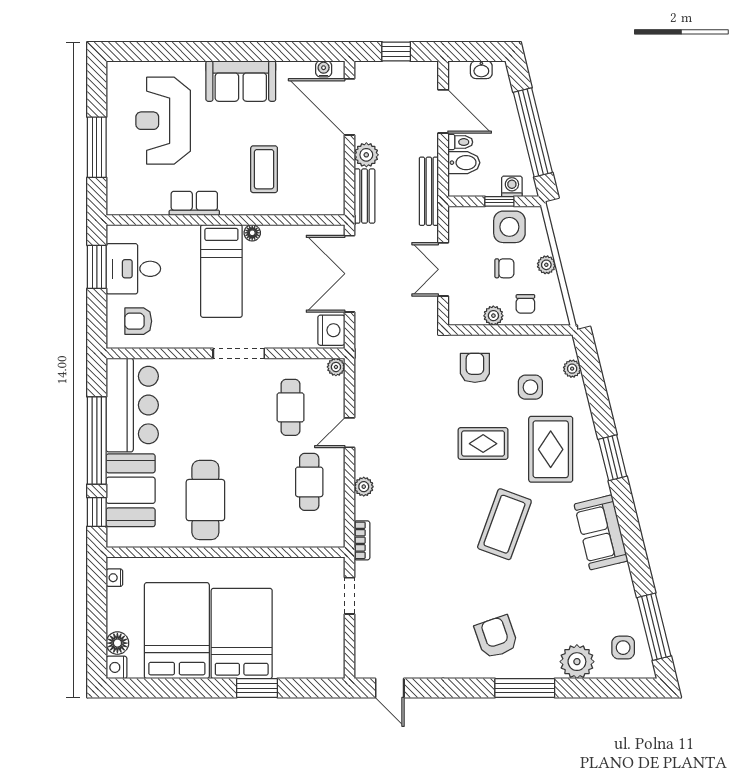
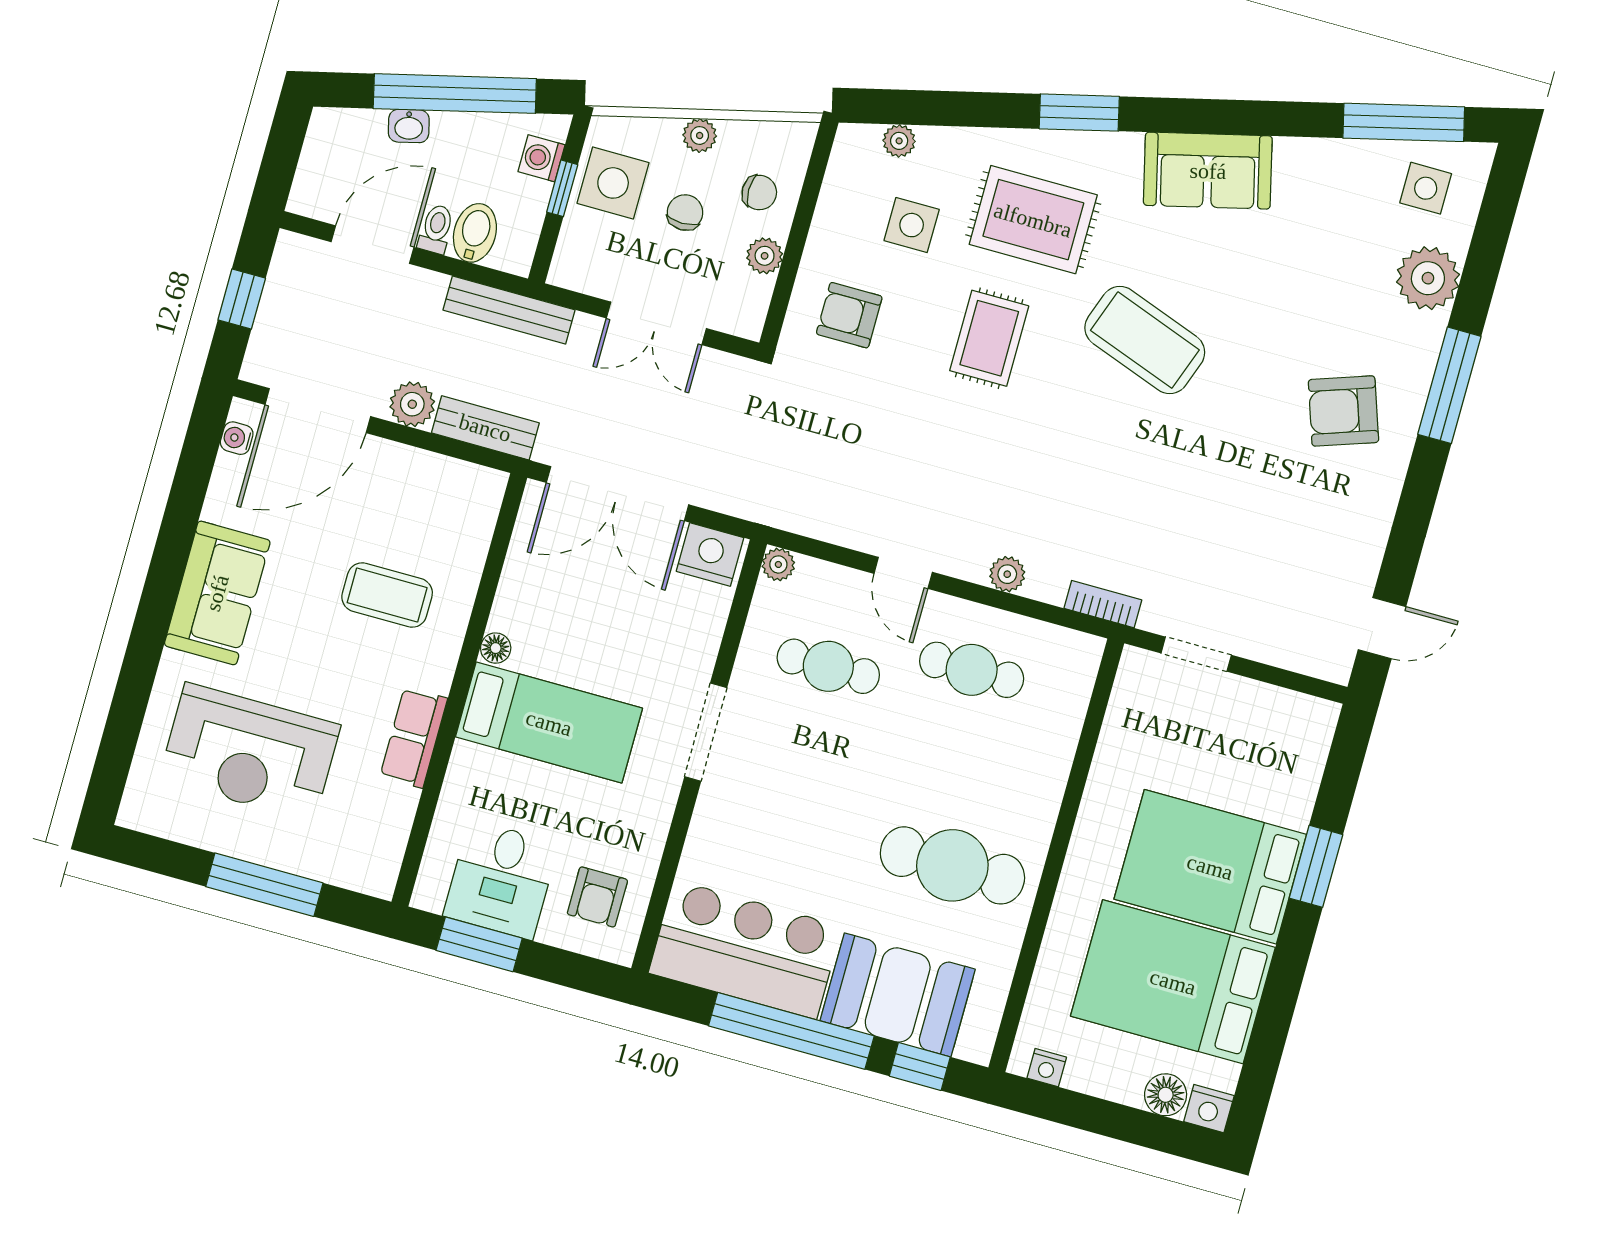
washbasin: (481, 70) -> (409, 126), moved, turned 76

